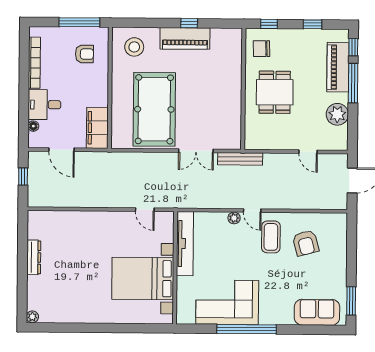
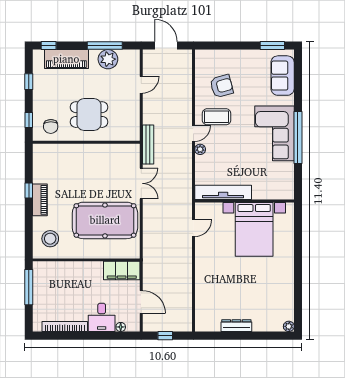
piano: (185, 38) -> (40, 200), width x0.73, depth x0.75
armchair: (84, 54) -> (57, 283), removed
window: (353, 83) -> (105, 46), moved
door: (62, 150) -> (141, 302), hinge flipped
corner sofa: (227, 302) -> (274, 133), moved

